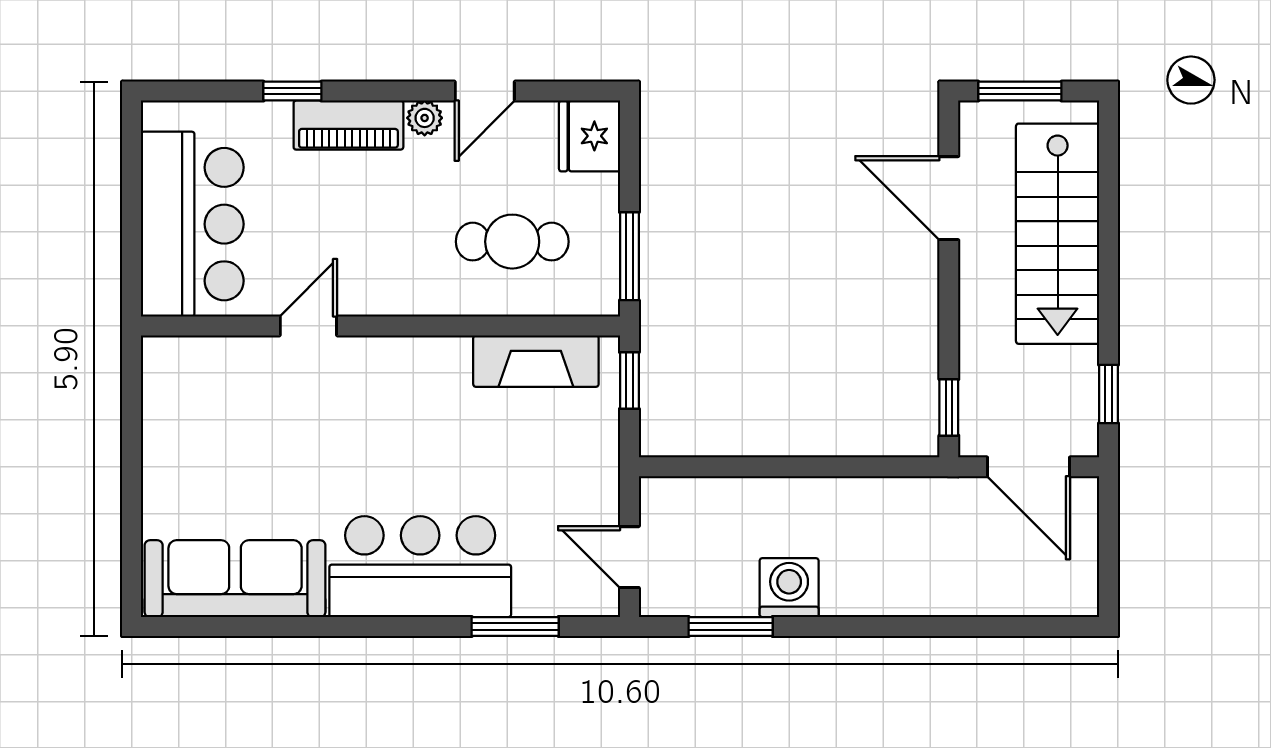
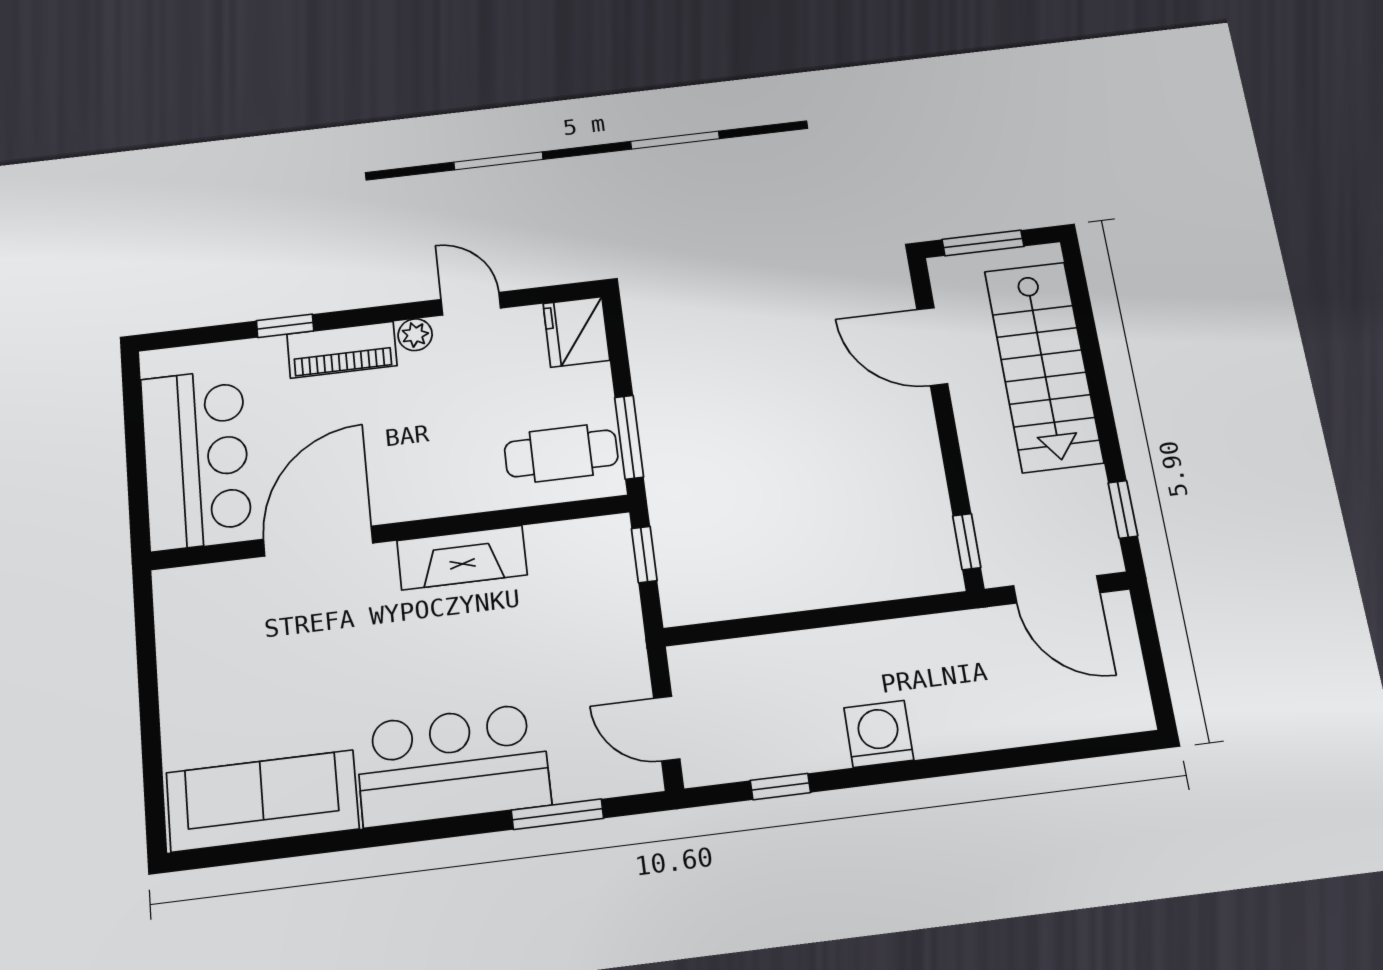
door: (485, 91) -> (471, 304), swing flipped
cafe table: (512, 242) -> (561, 453), moved
door: (308, 326) -> (318, 541), width x1.87
fireplace: (536, 361) -> (462, 558), moved
washing machine: (789, 588) -> (879, 734), moved
window: (731, 627) -> (780, 787), width x0.67

